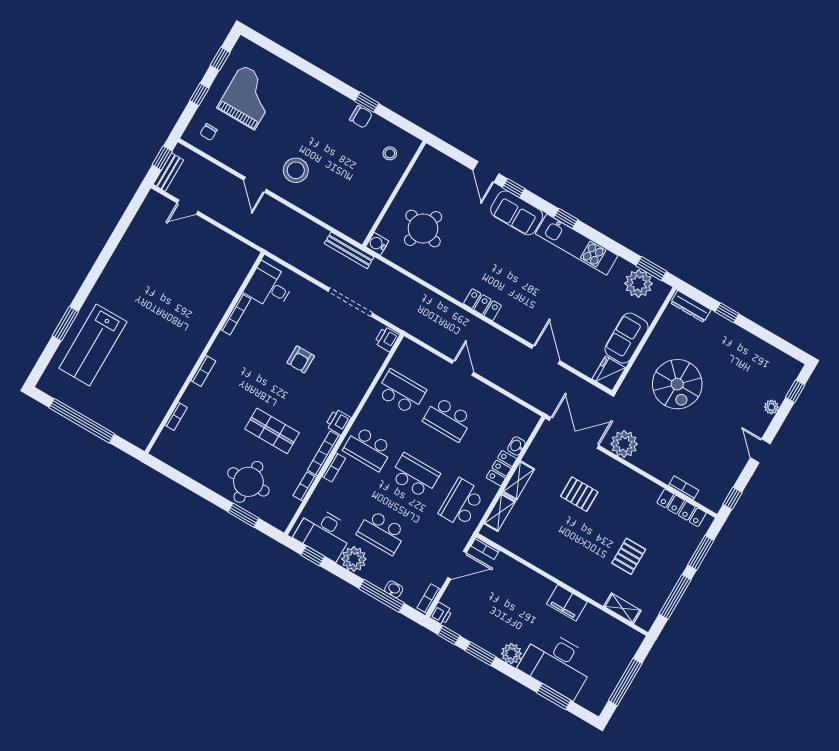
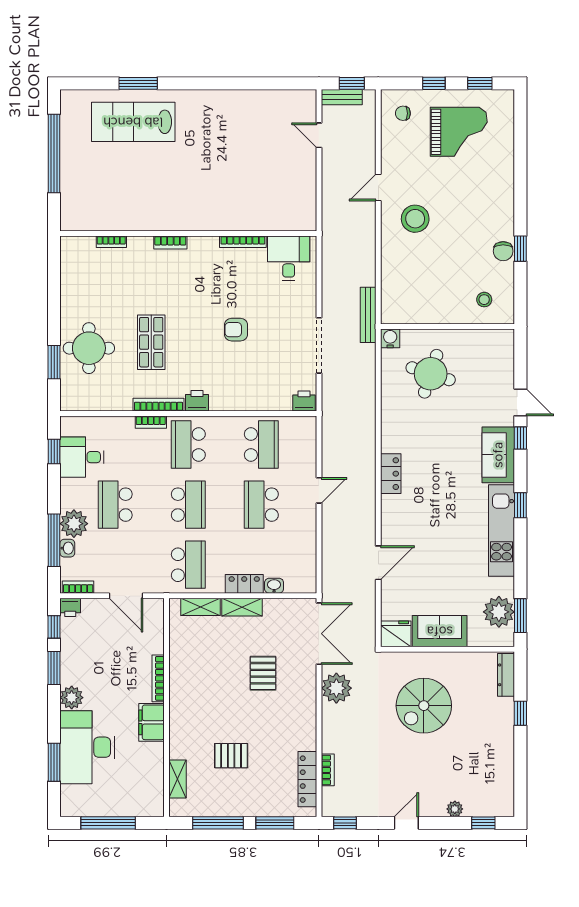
door: (486, 172) -> (520, 402), swing flipped
bookcase: (305, 487) -> (116, 405), removed
school desk: (461, 503) -> (188, 565), turned 90
desk: (324, 533) -> (82, 457), width x0.73
bookcase: (485, 548) -> (158, 678), moved, width x1.56
plant: (354, 559) -> (74, 524), moved

